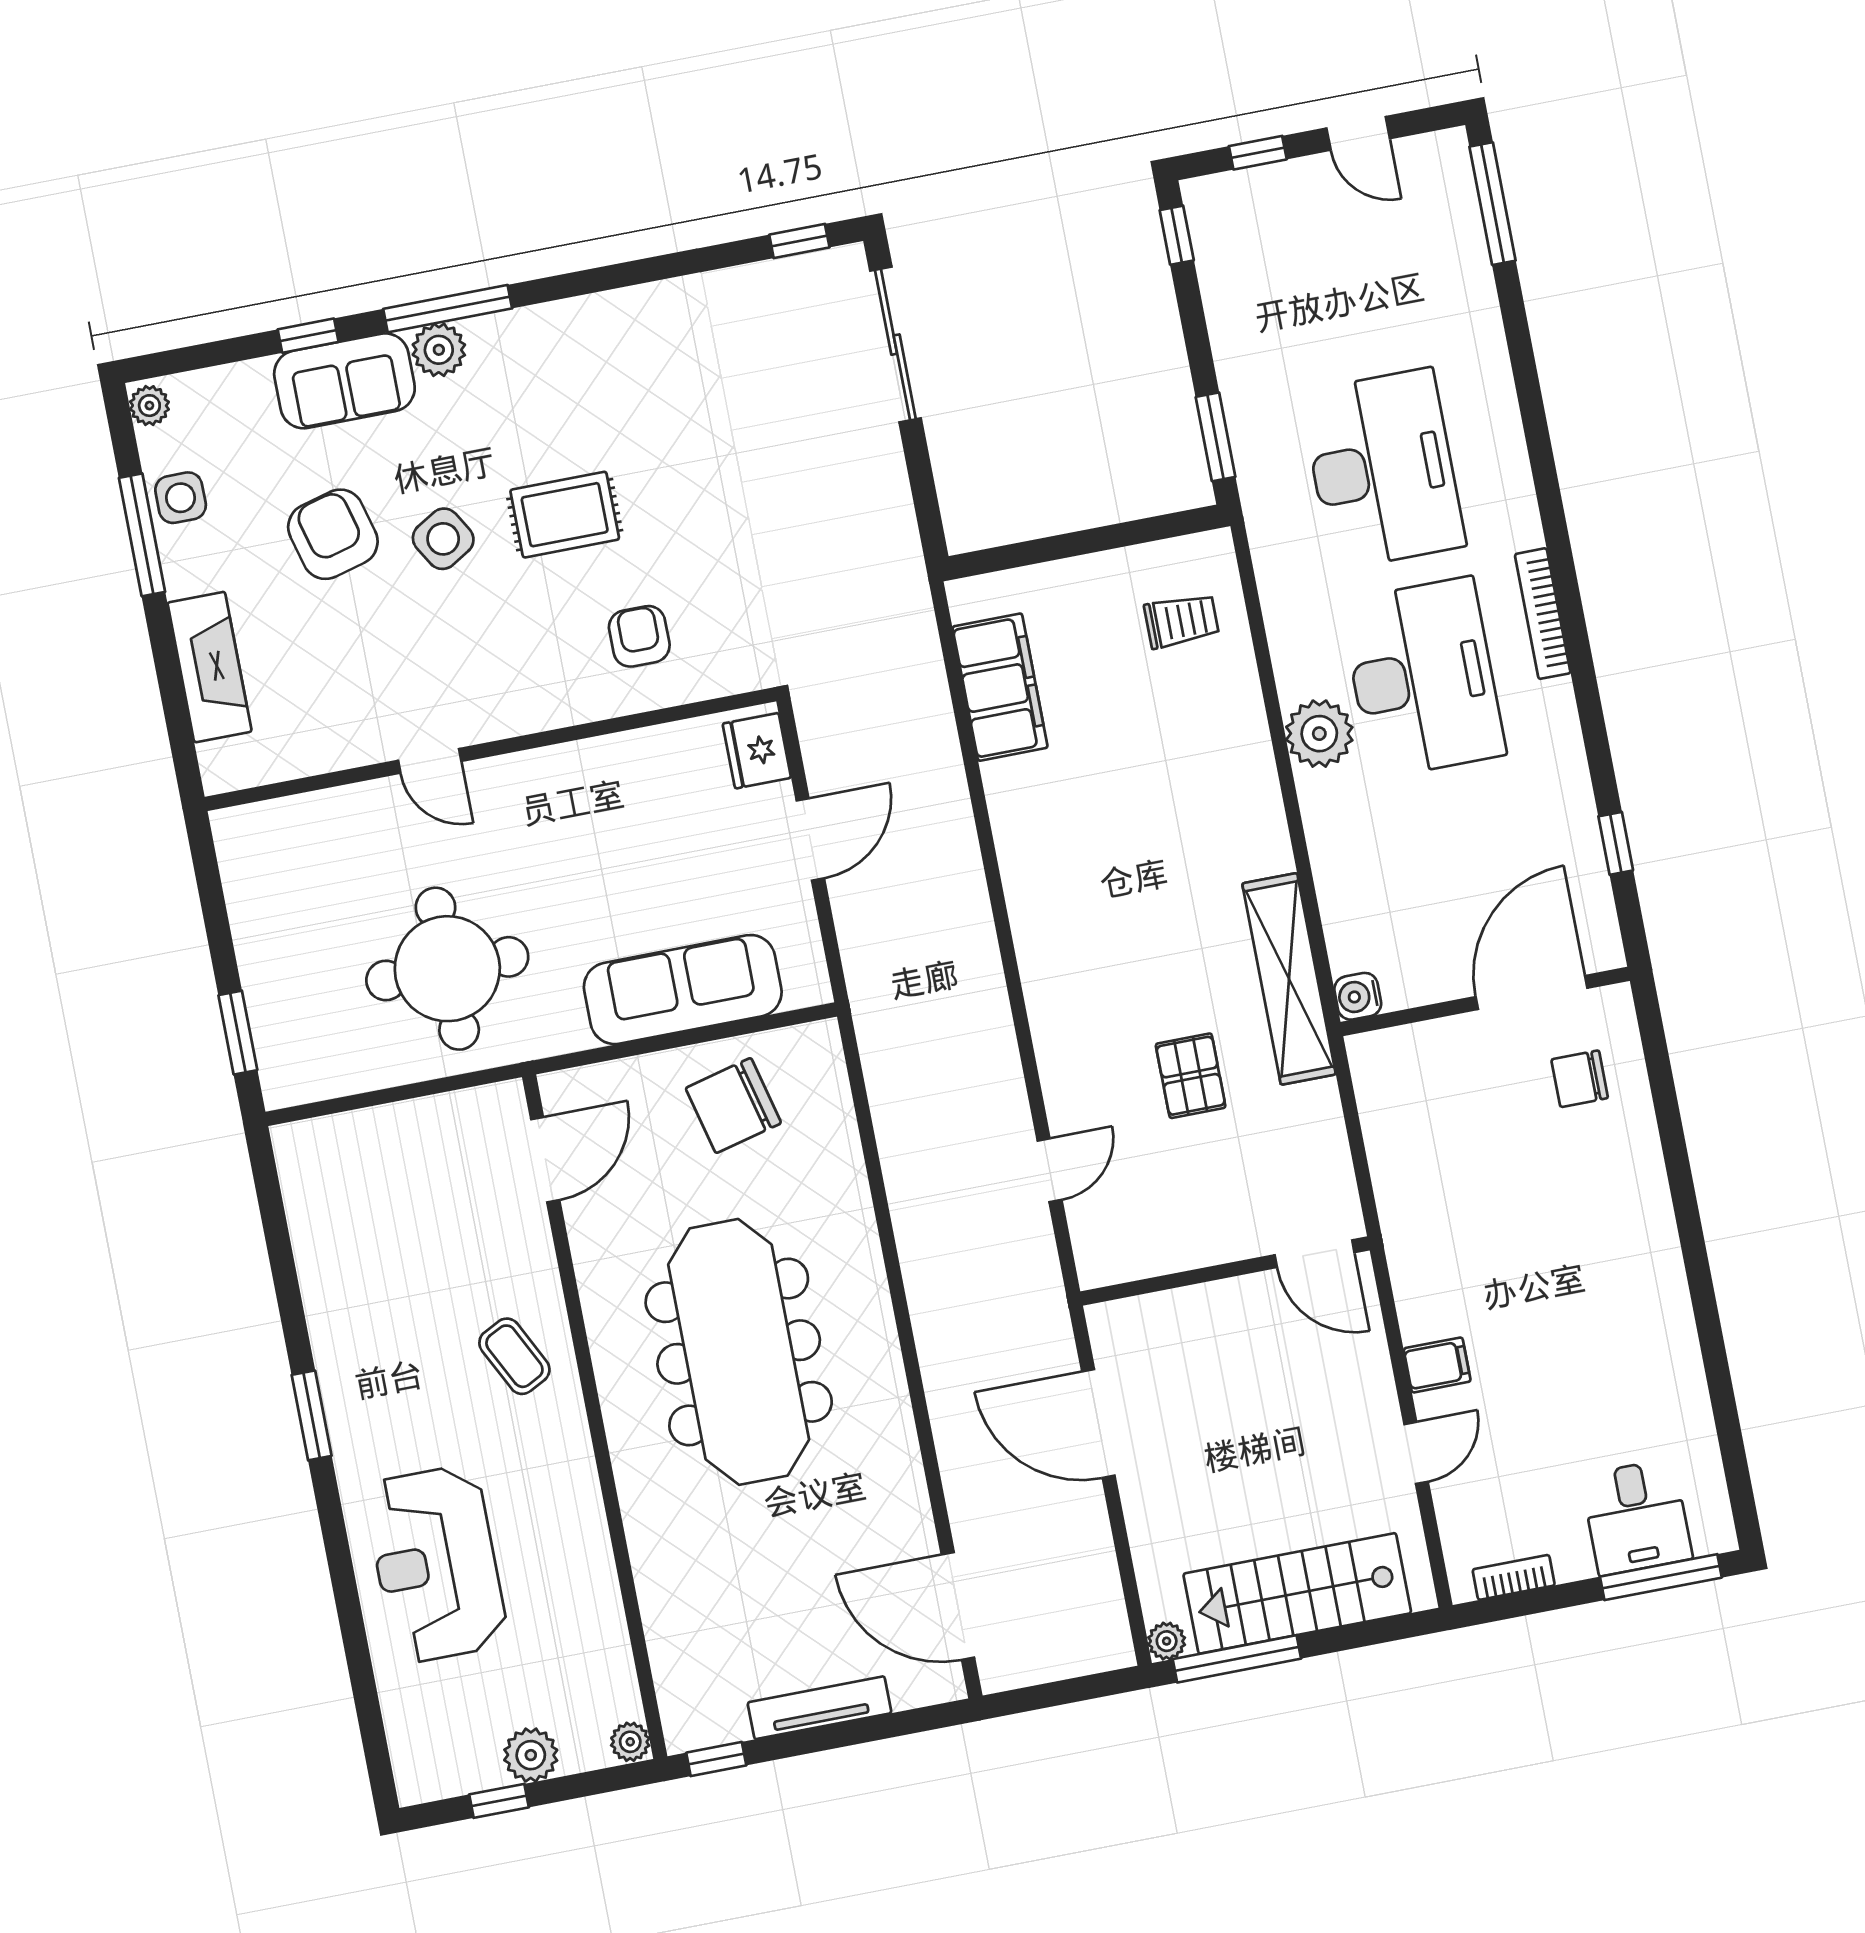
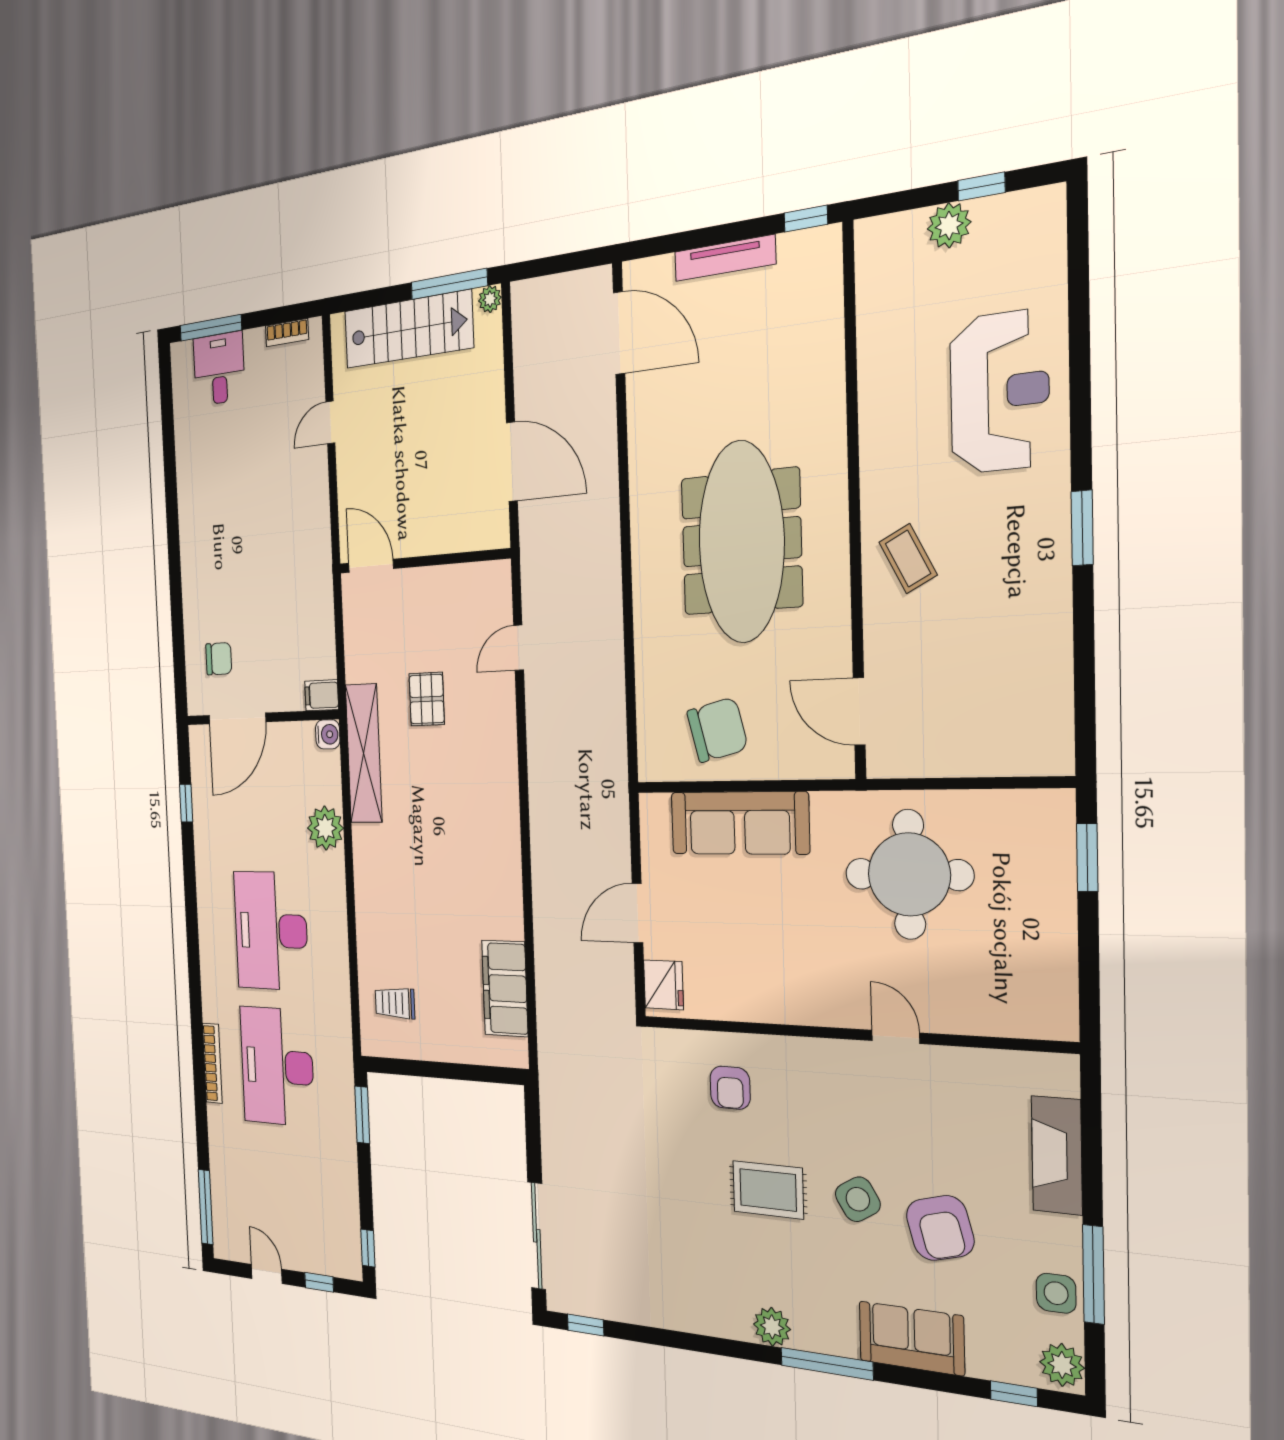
window: (308, 336) -> (1014, 1394), moved
plant: (439, 350) -> (772, 1327), moved
plant: (149, 406) -> (1062, 1365), width x1.38, depth x1.38
bookcase: (1543, 614) -> (212, 1063), moved
plant: (1319, 734) -> (325, 828), moved
door: (545, 1160) -> (859, 712), hinge flipped
filing cabinet: (1437, 1365) -> (322, 695), moved
plant: (630, 1742) -> (869, 235), removed

